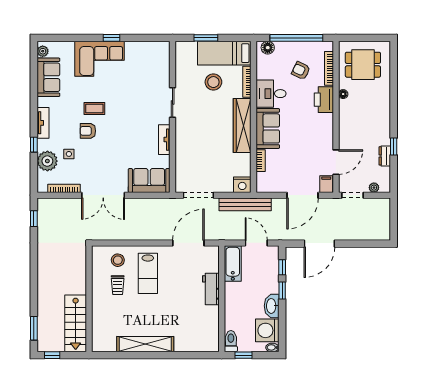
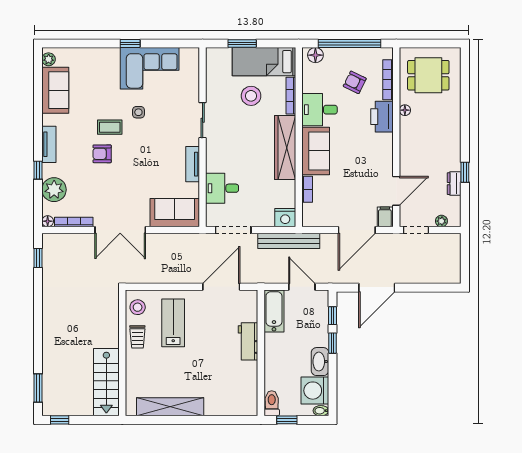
corner sofa: (100, 59) -> (150, 68), moved
side table: (69, 154) -> (138, 112), moved
desk: (189, 160) -> (222, 188), added
floor lamp: (42, 188) -> (48, 221), added
lab bench: (148, 273) -> (173, 323), turned 180
wall: (89, 299) -> (122, 353), moved
stairs: (76, 323) -> (106, 382), moved

